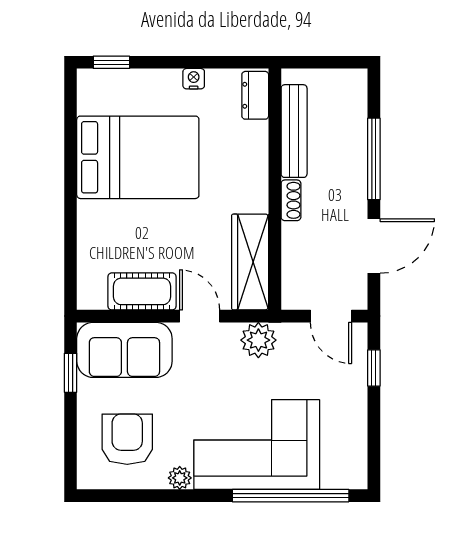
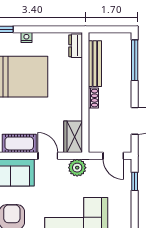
nightstand: (194, 79) -> (26, 38), moved
window: (374, 159) -> (135, 60), moved
wardrobe: (250, 262) -> (73, 137), width x0.67

